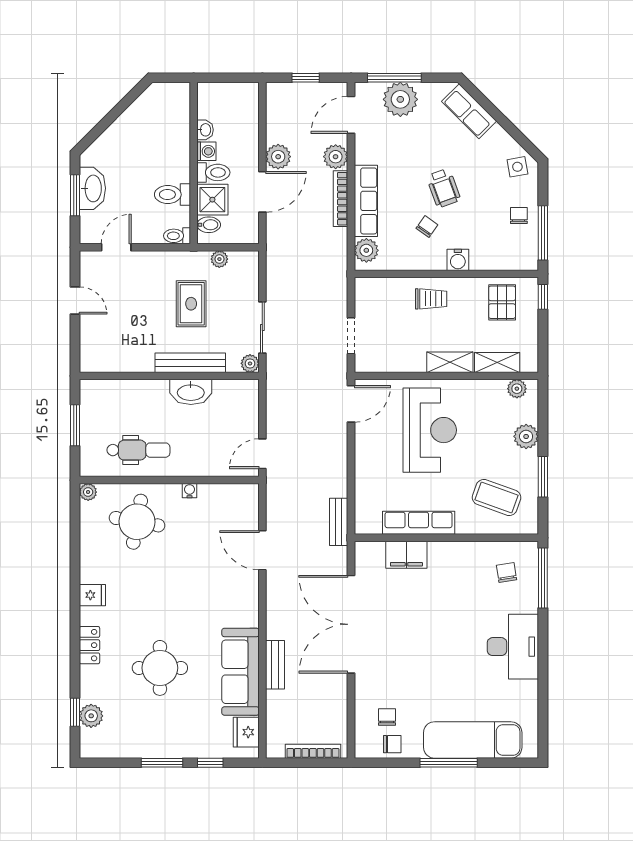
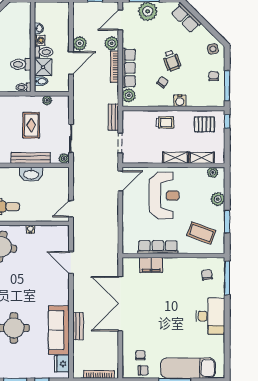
pallet: (502, 302) -> (204, 124), turned 90
bench: (339, 522) -> (113, 117), moved

